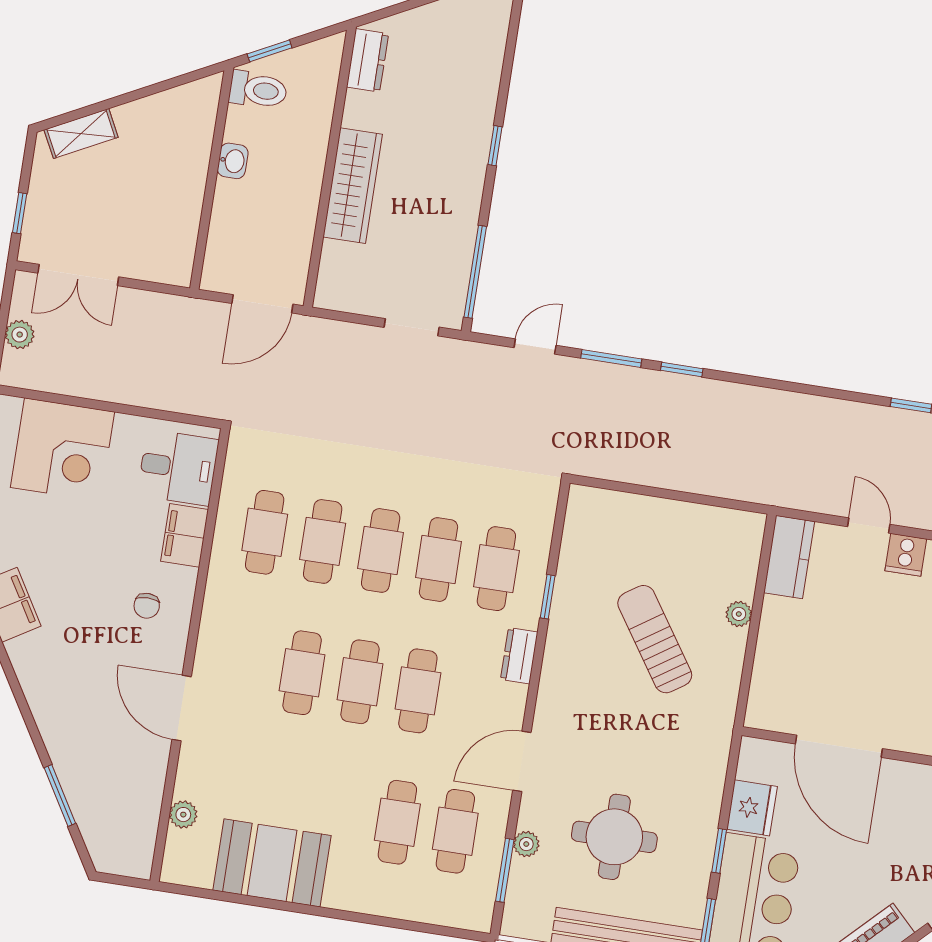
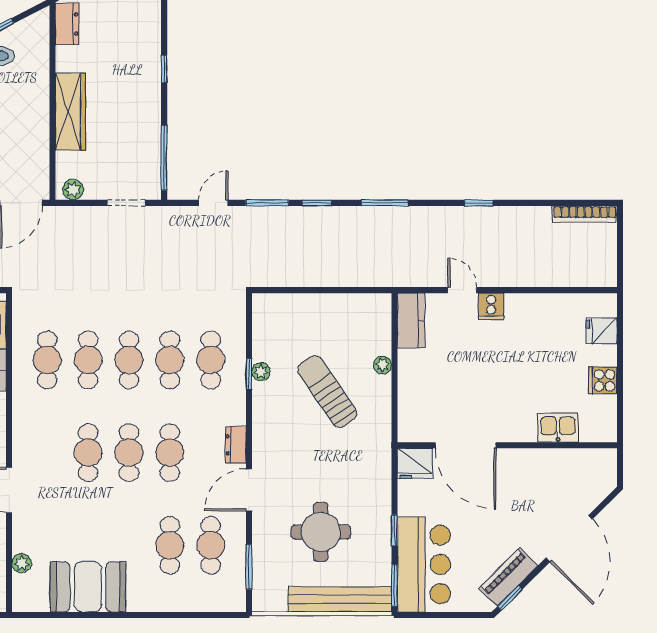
plant: (339, 297) -> (73, 190), added
window: (778, 385) -> (385, 203), added
dresser: (519, 656) -> (236, 445), moved
fridge: (752, 808) -> (415, 463), moved, turned 90
plant: (526, 844) -> (261, 372), moved

